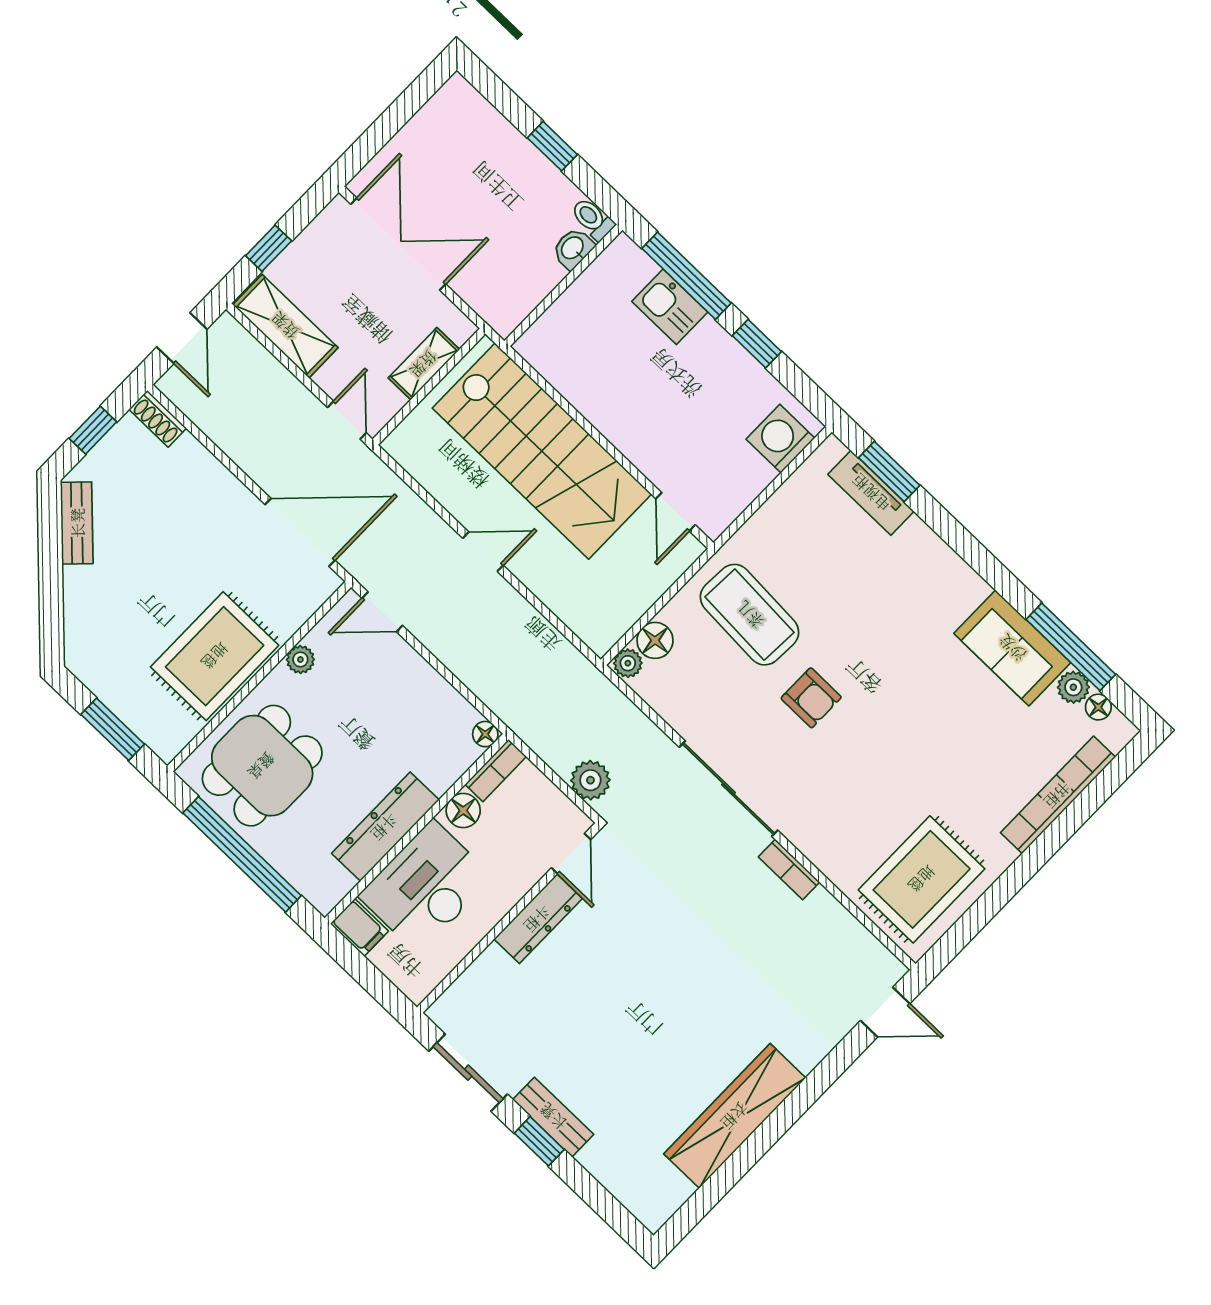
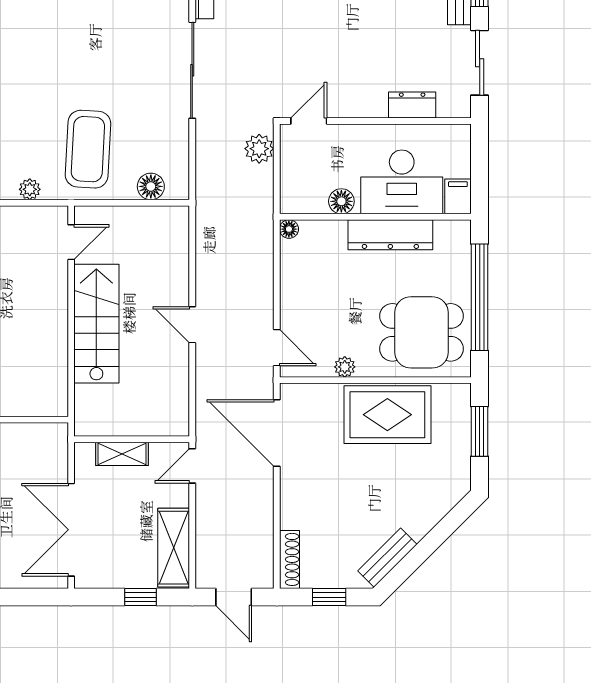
door: (182, 338) -> (234, 597), swing flipped
shoe rack: (158, 419) -> (289, 559), width x1.43
stairs: (542, 451) -> (96, 324), width x0.73, depth x0.66
plant: (628, 663) -> (30, 189), moved
armchair: (811, 698) -> (101, 73), removed
bookcase: (496, 770) -> (303, 205), removed
dresser: (538, 919) -> (412, 105), moved, width x0.70

